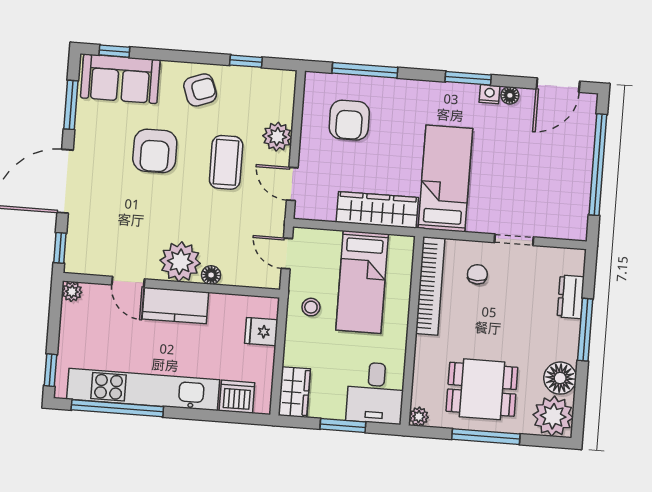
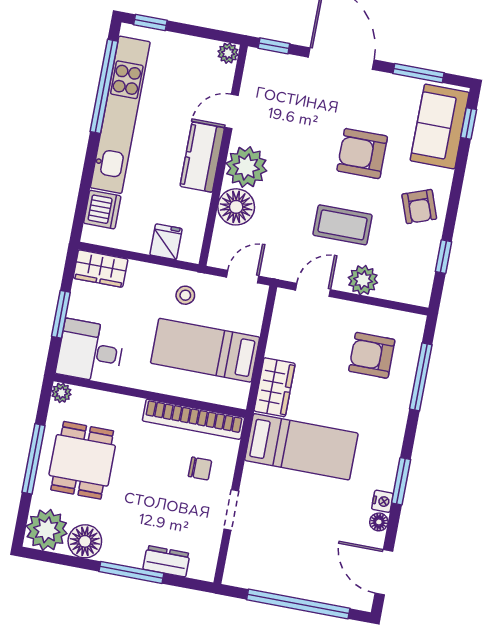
wardrobe: (377, 210) -> (275, 387), width x0.67
floor lamp: (211, 275) -> (236, 207), width x1.89, depth x1.89

